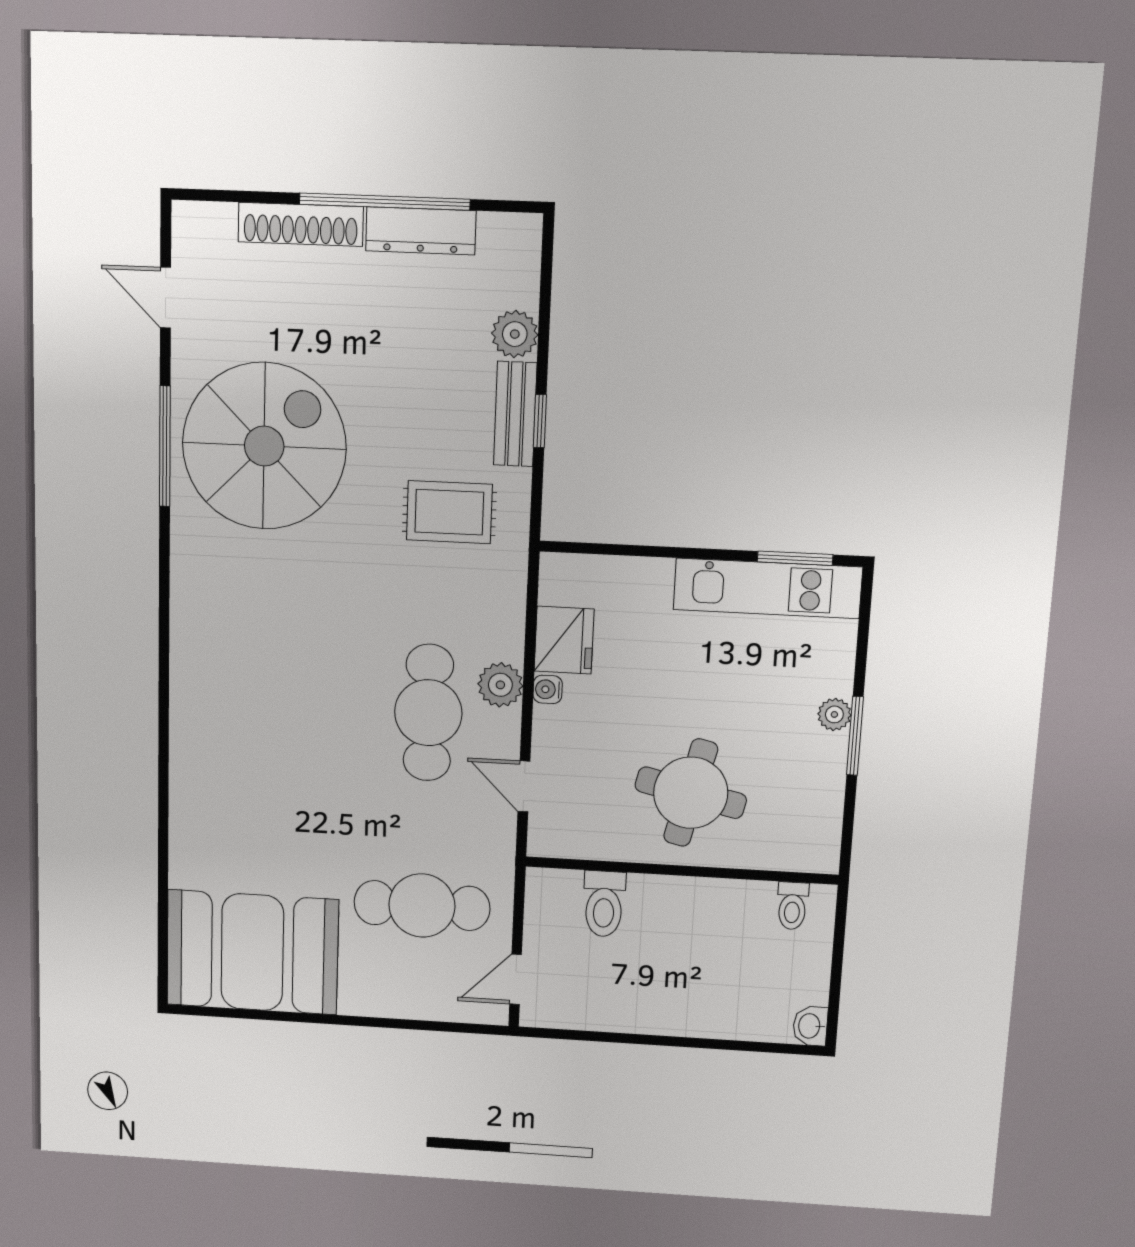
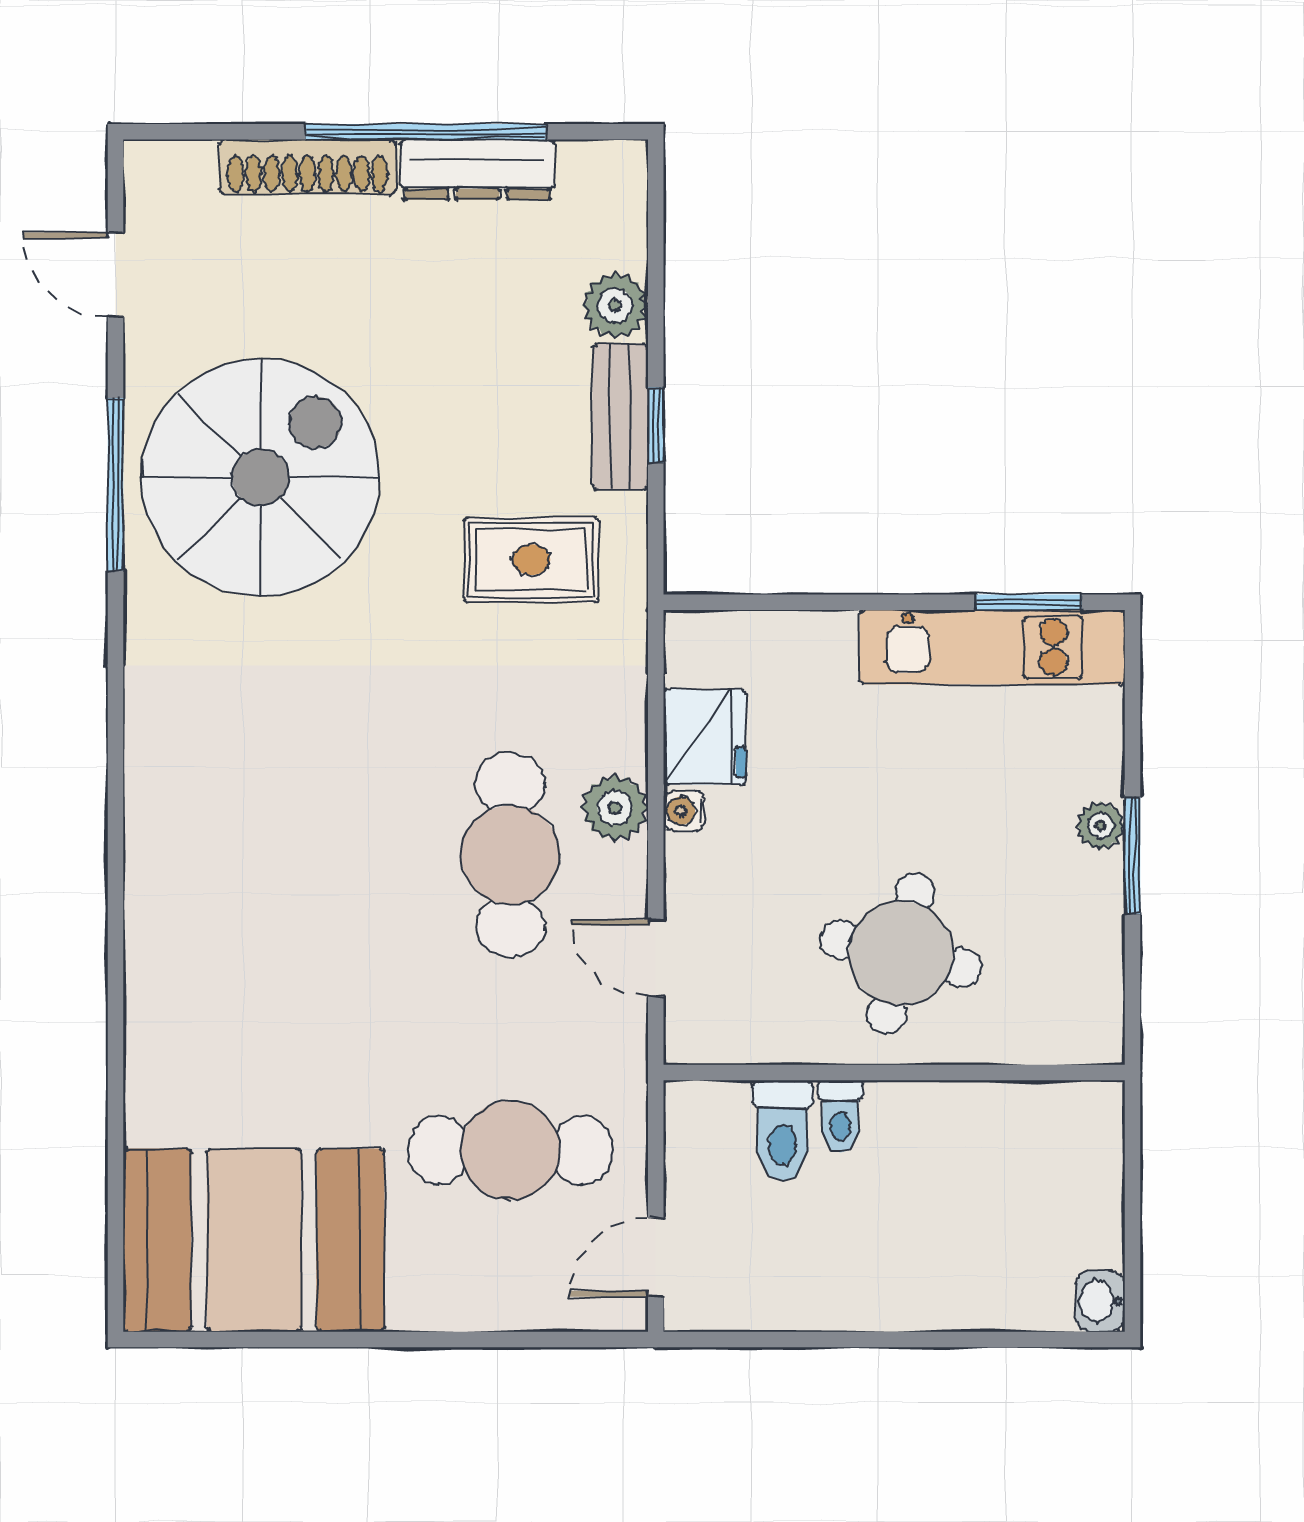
toilet: (792, 906) -> (841, 1116), moved

